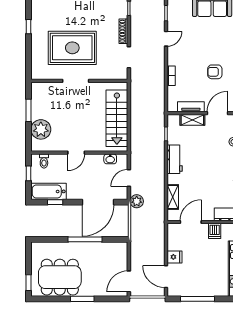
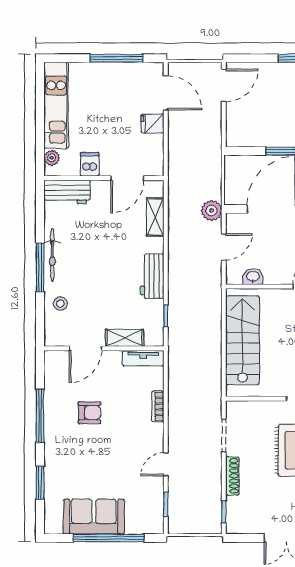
tv unit: (191, 107) -> (143, 358), moved

